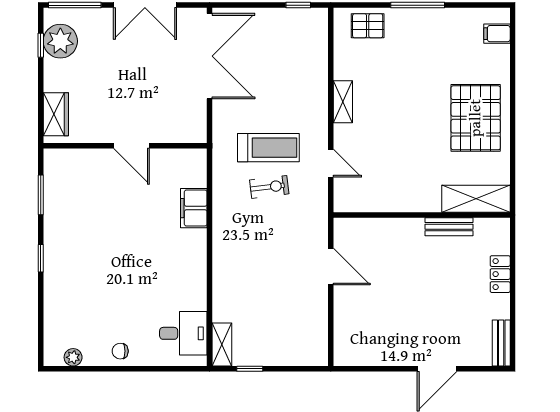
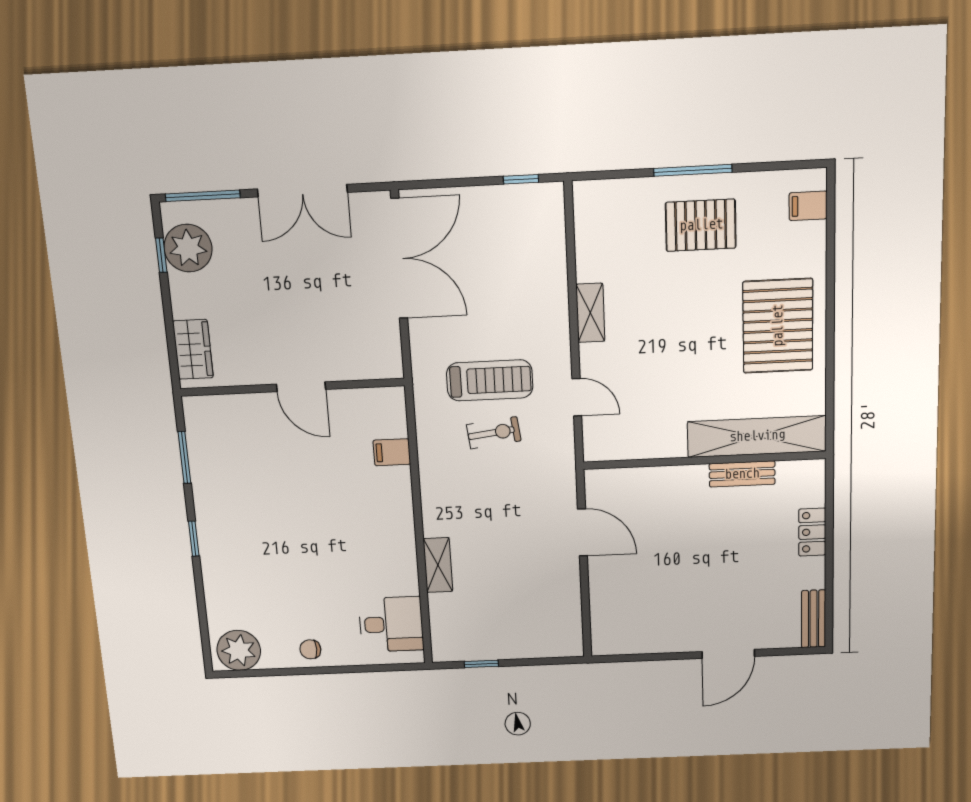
pallet: (368, 26) -> (701, 225), moved, width x1.50, depth x1.42
shelving: (476, 199) -> (757, 436), width x1.47
filing cabinet: (194, 208) -> (392, 452), width x0.50
shelving: (222, 345) -> (438, 565), moved
plant: (73, 357) -> (239, 650), width x1.88, depth x1.88

